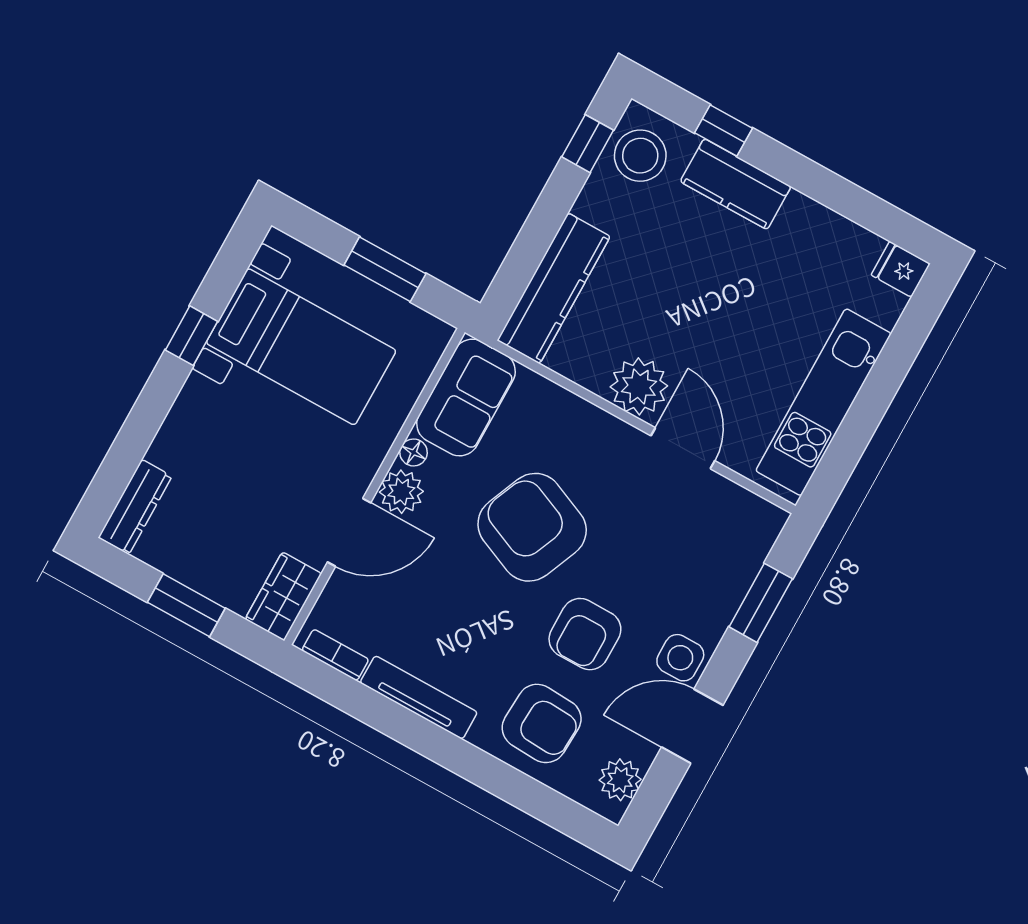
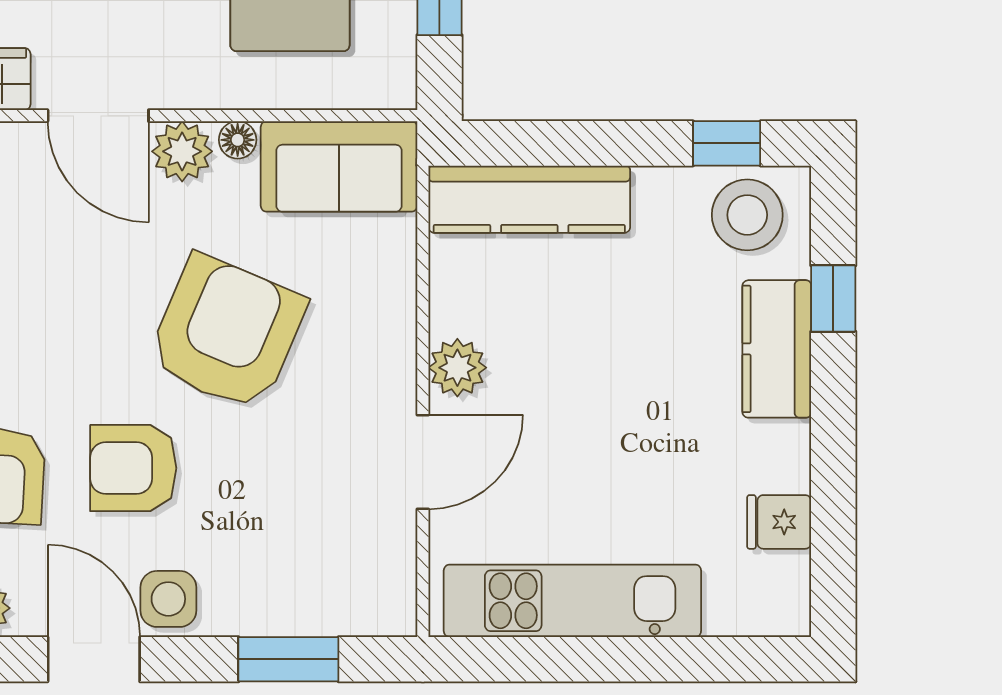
fridge: (901, 269) -> (779, 522), moved, turned -90
plant: (639, 386) -> (457, 368), width x0.73, depth x0.73

